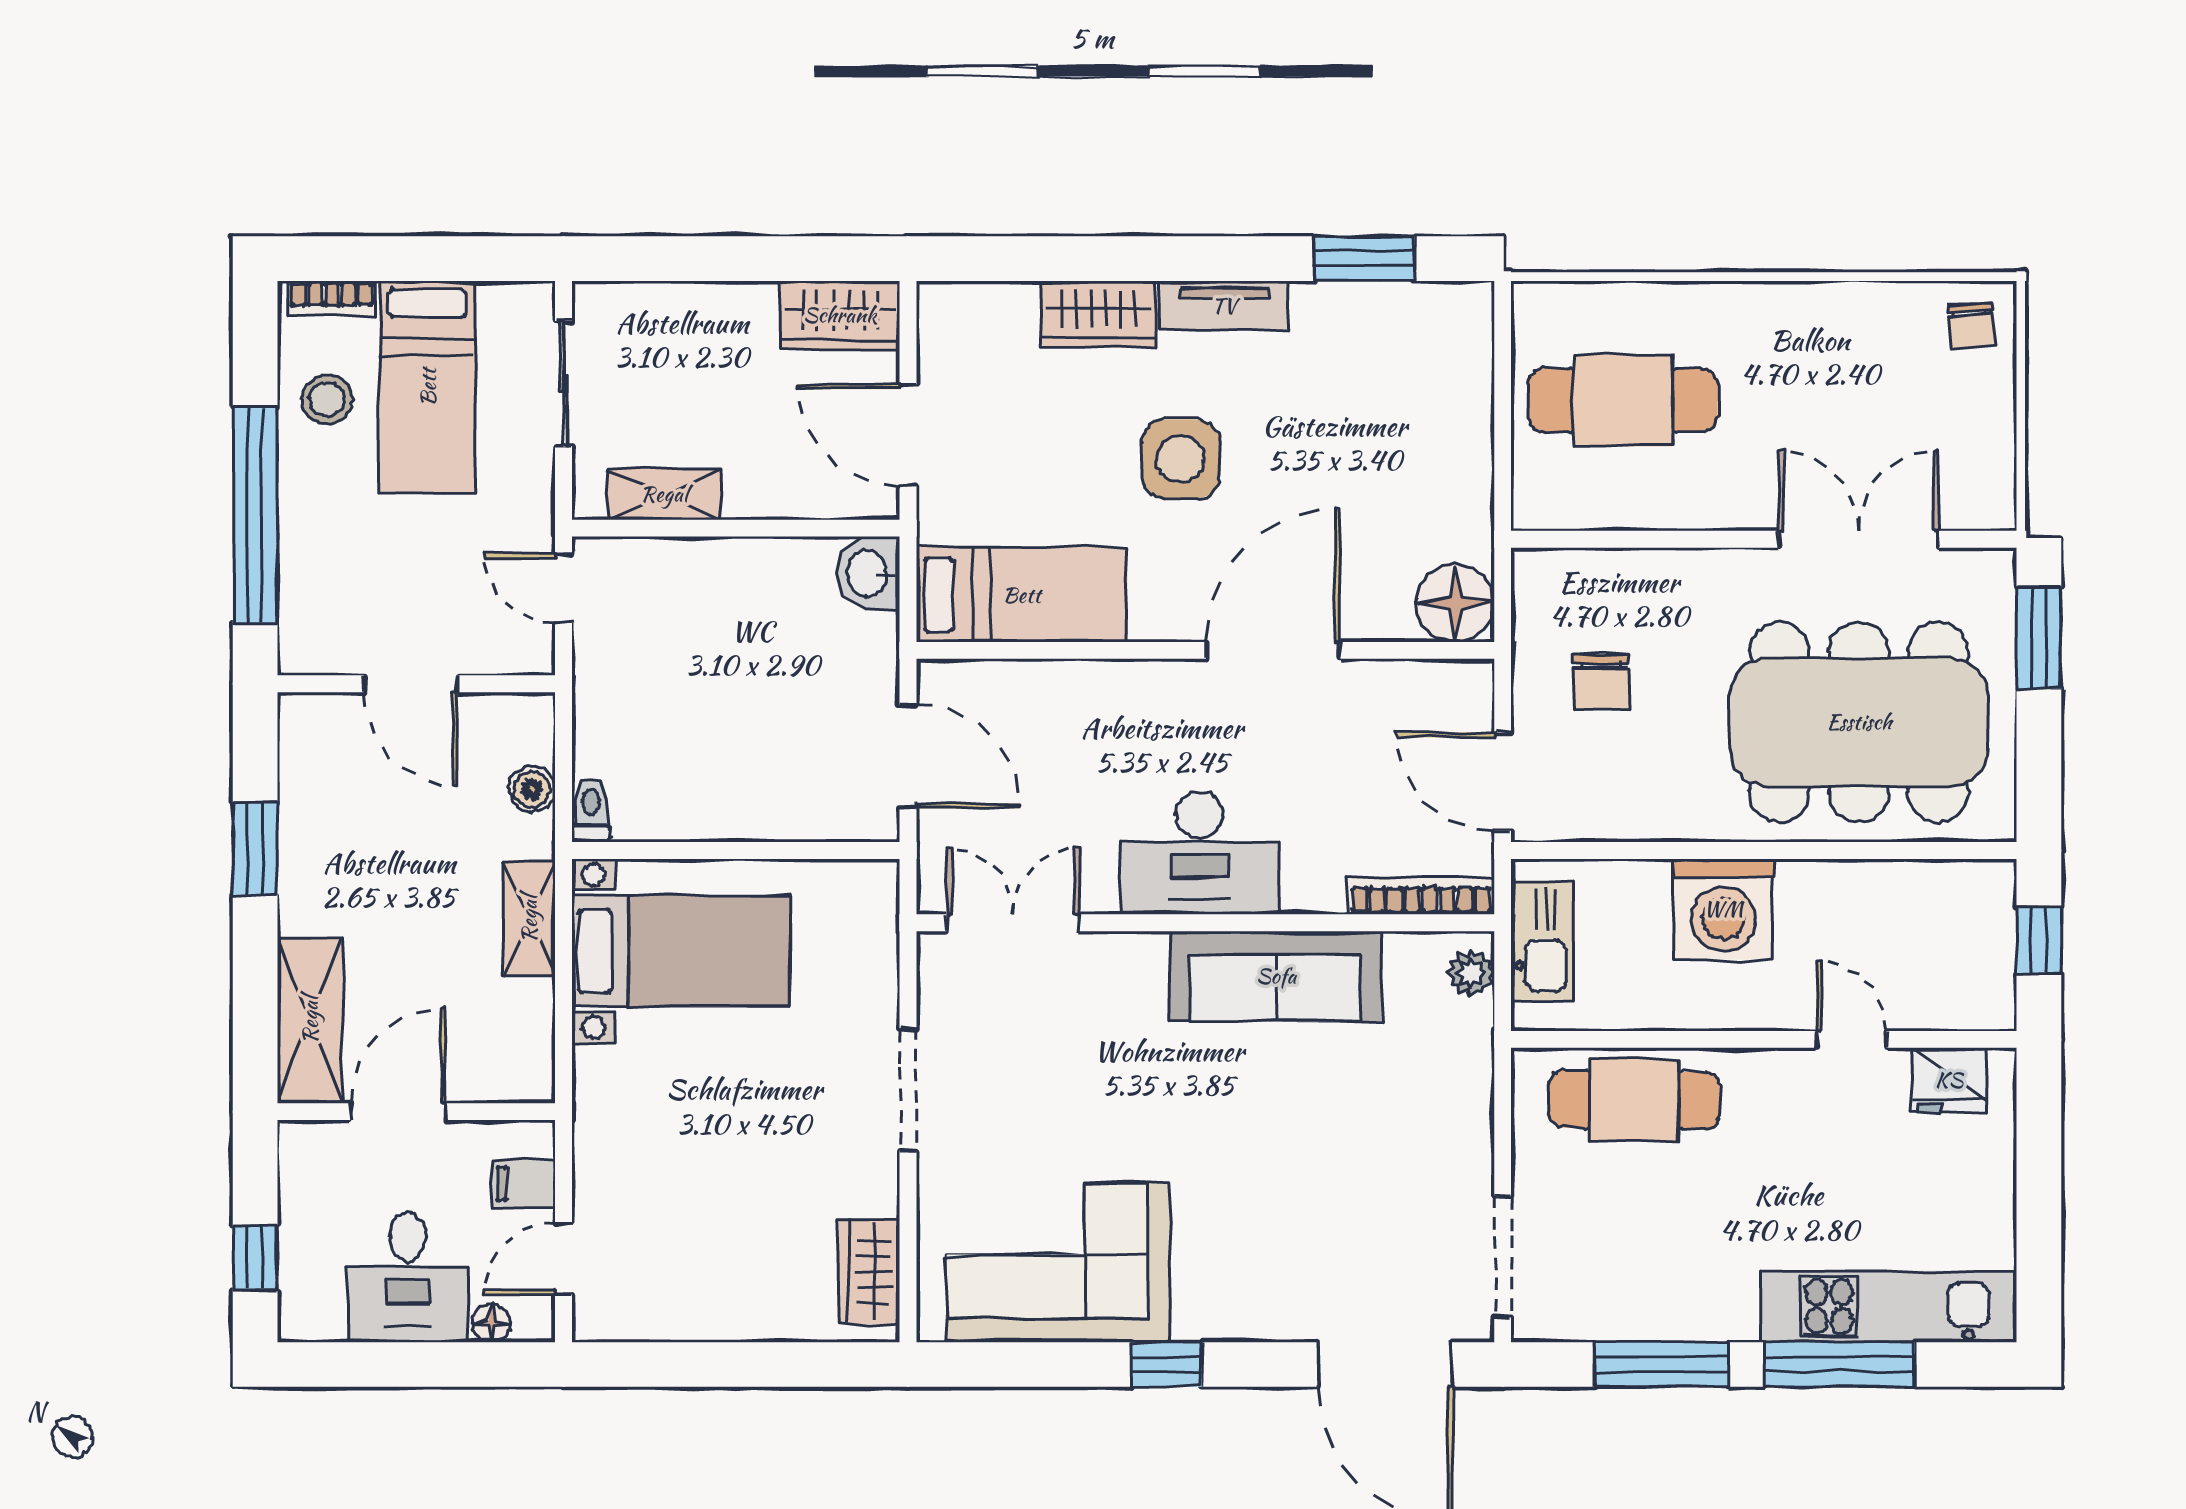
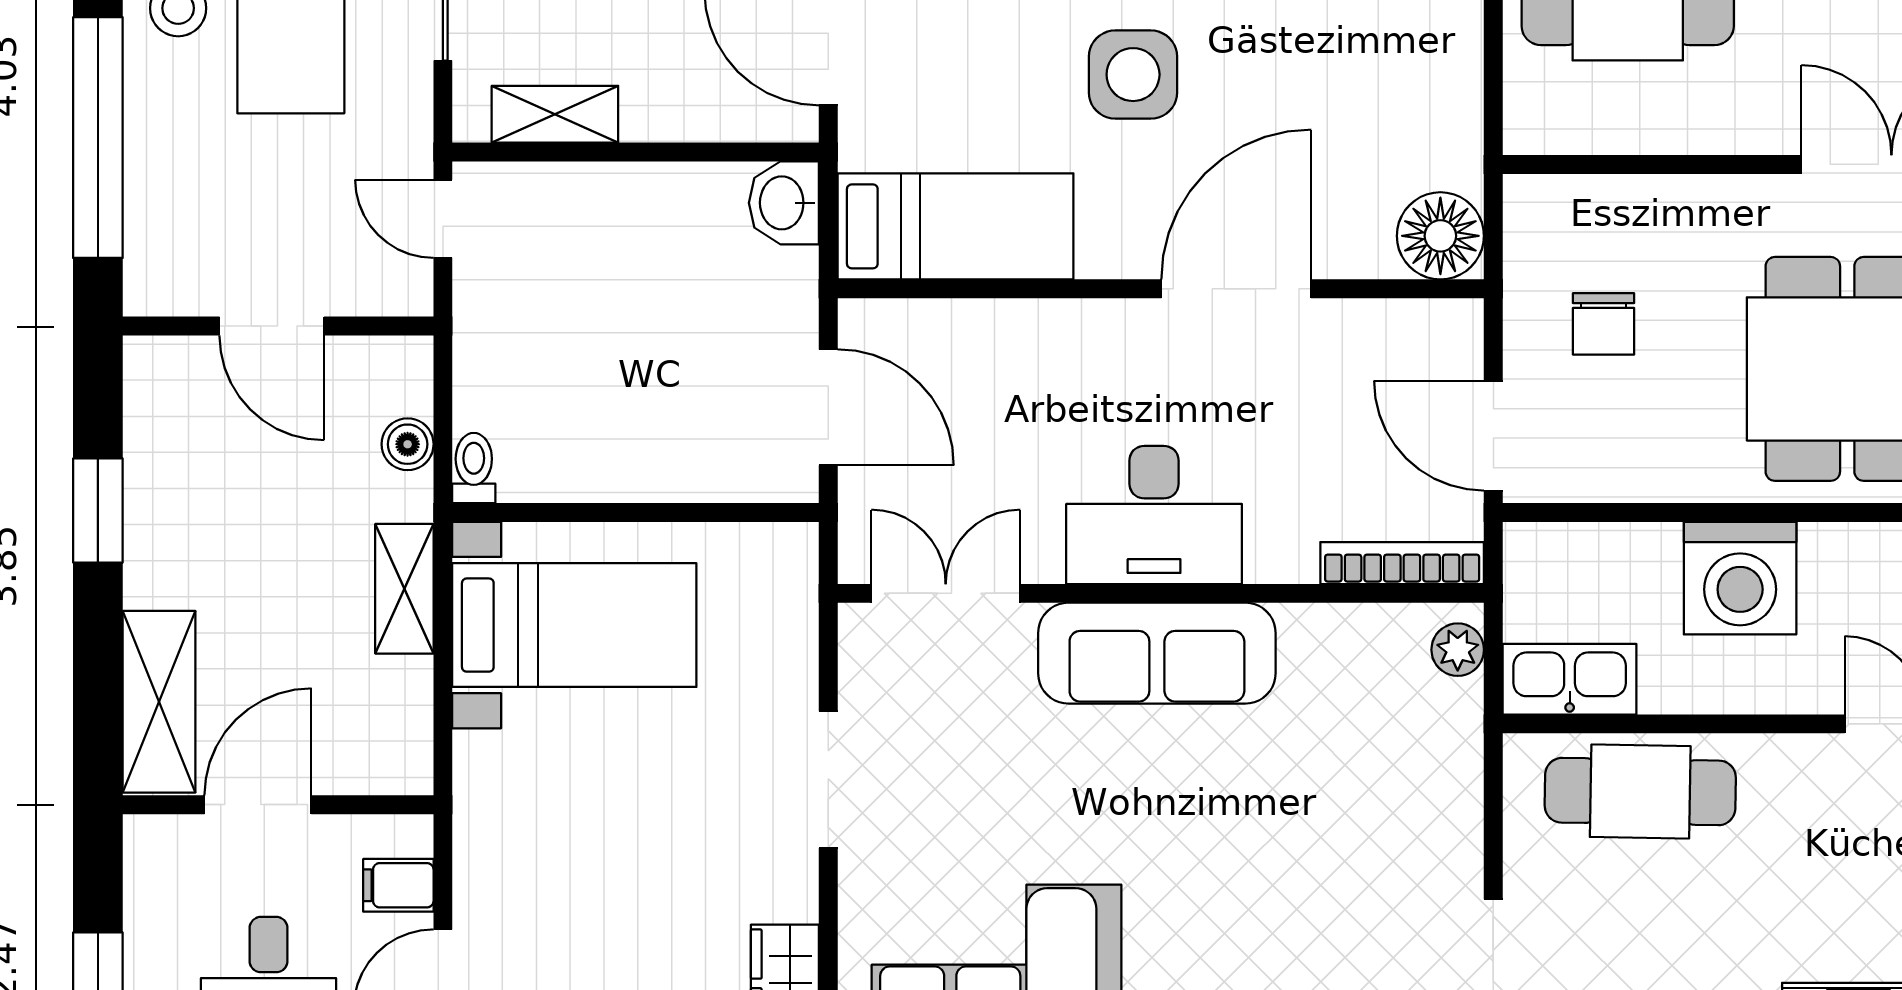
kitchen sink: (1542, 941) -> (1570, 679), moved, turned -90
sofa: (1276, 976) -> (1157, 653), moved

